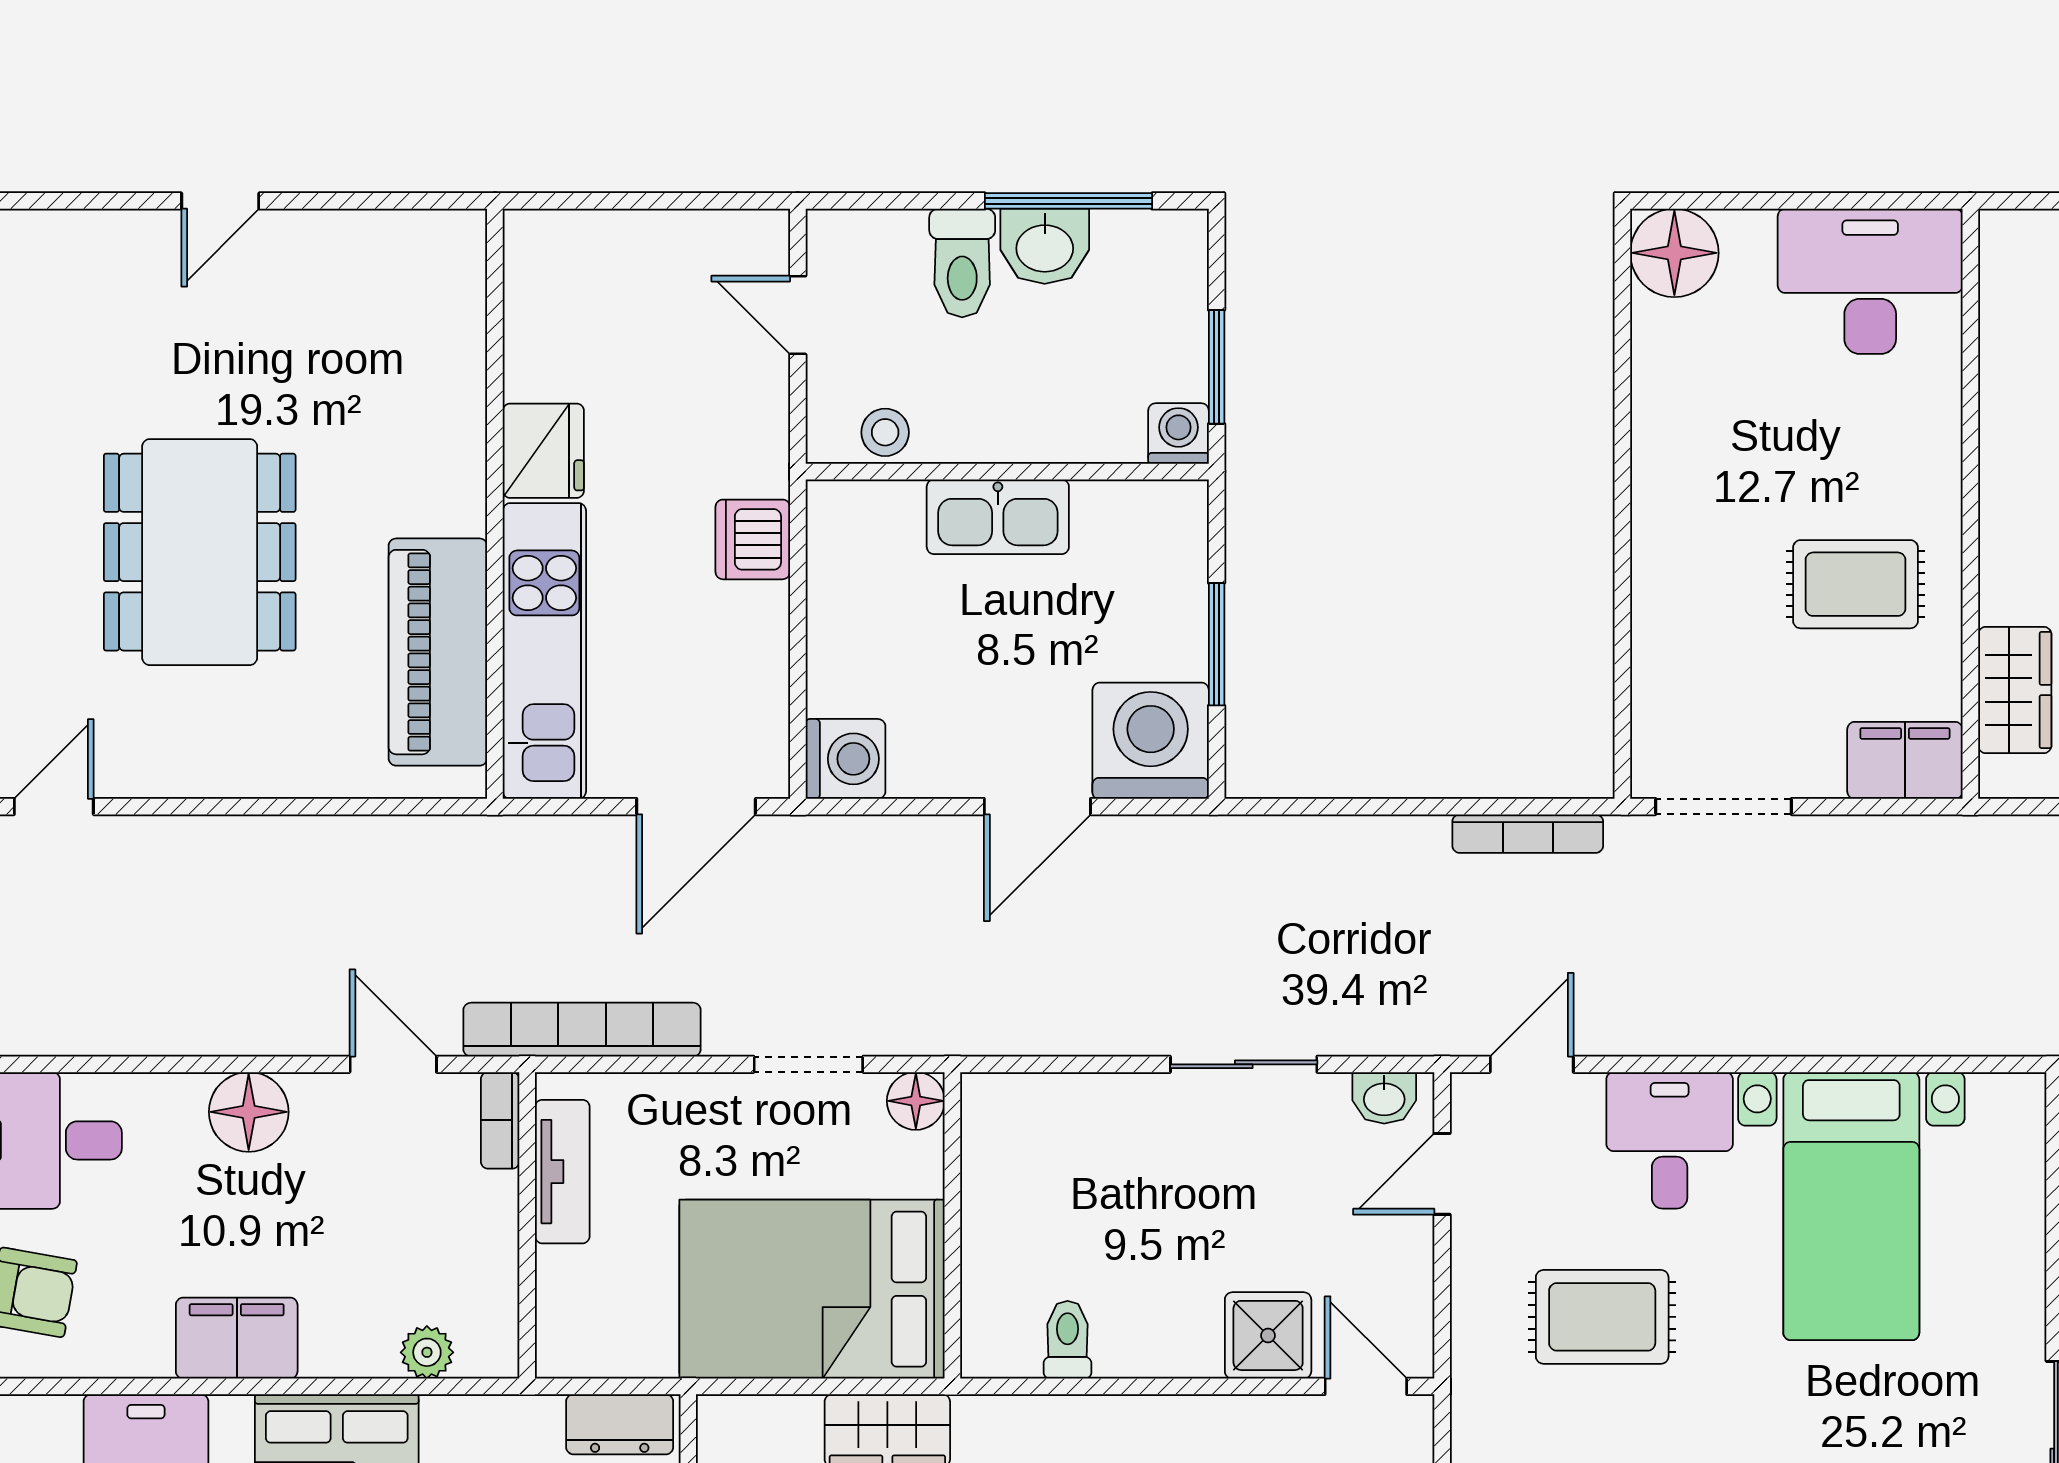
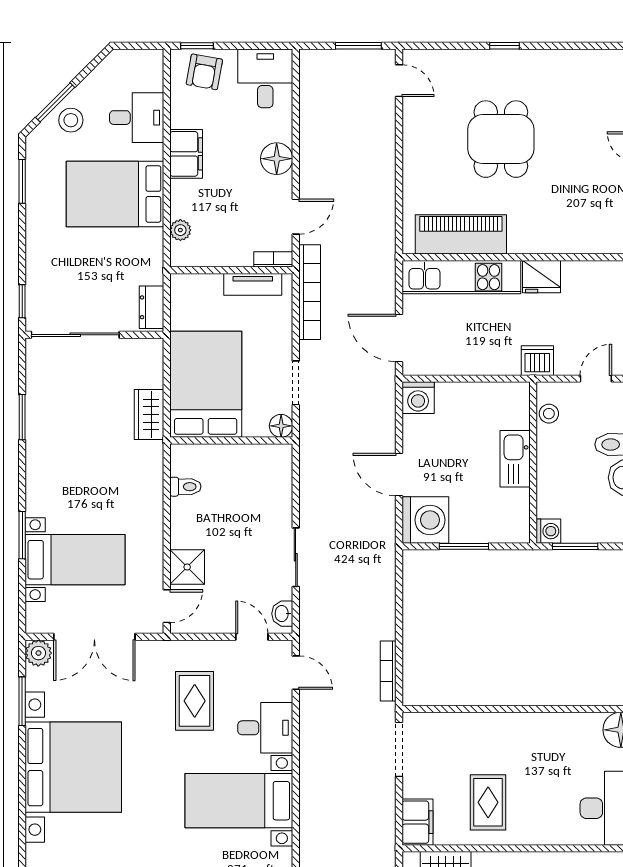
dishwasher: (753, 539) -> (537, 361), moved
dining table: (200, 552) -> (501, 139), width x0.73

